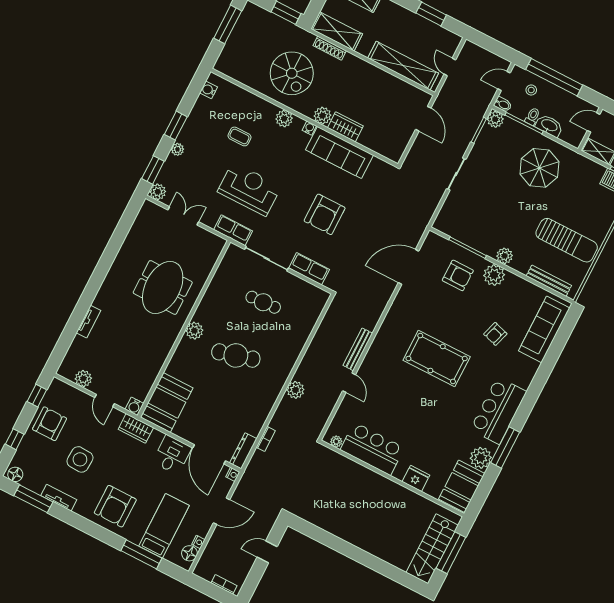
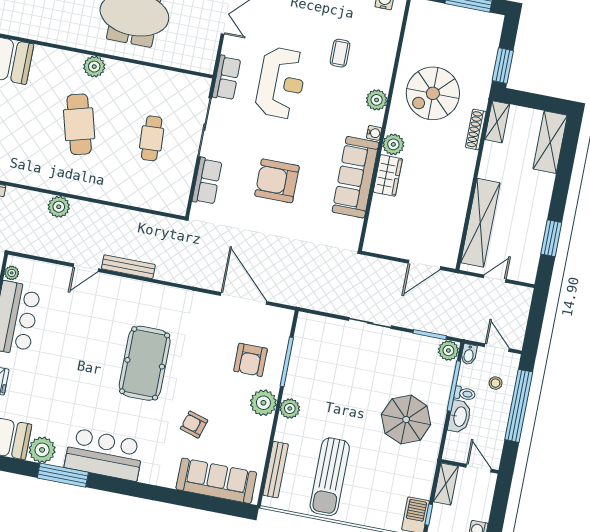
shelving: (337, 31) -> (497, 122), width x0.67, depth x0.75

